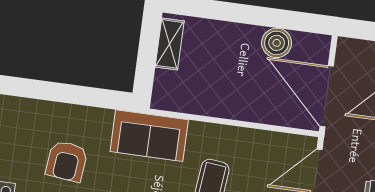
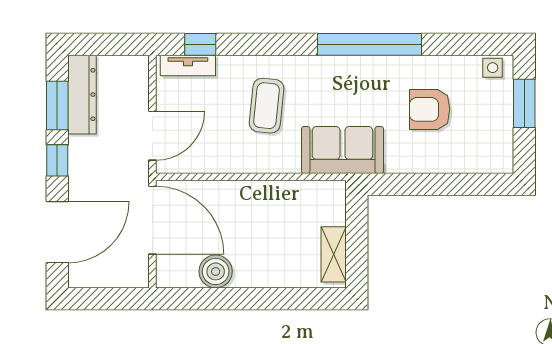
armchair: (67, 161) -> (430, 109), turned -96

